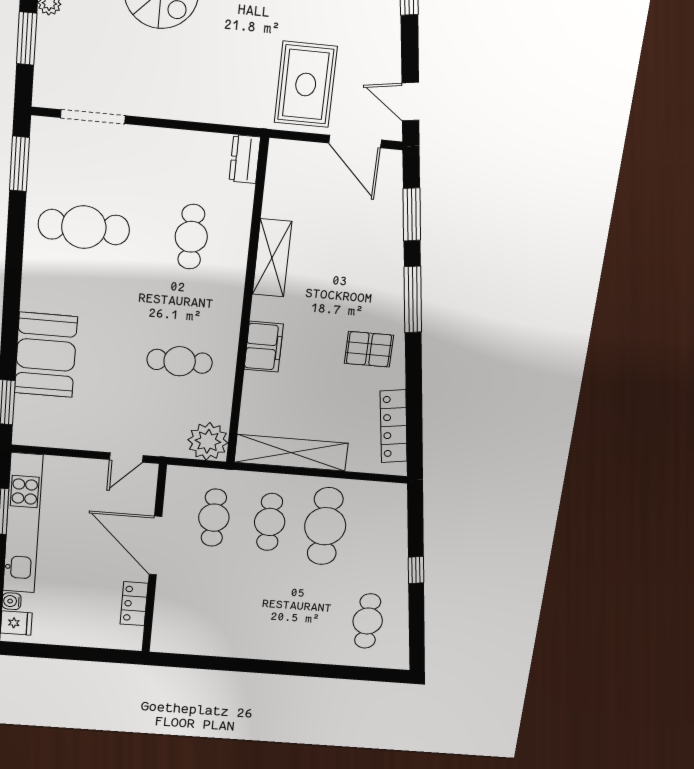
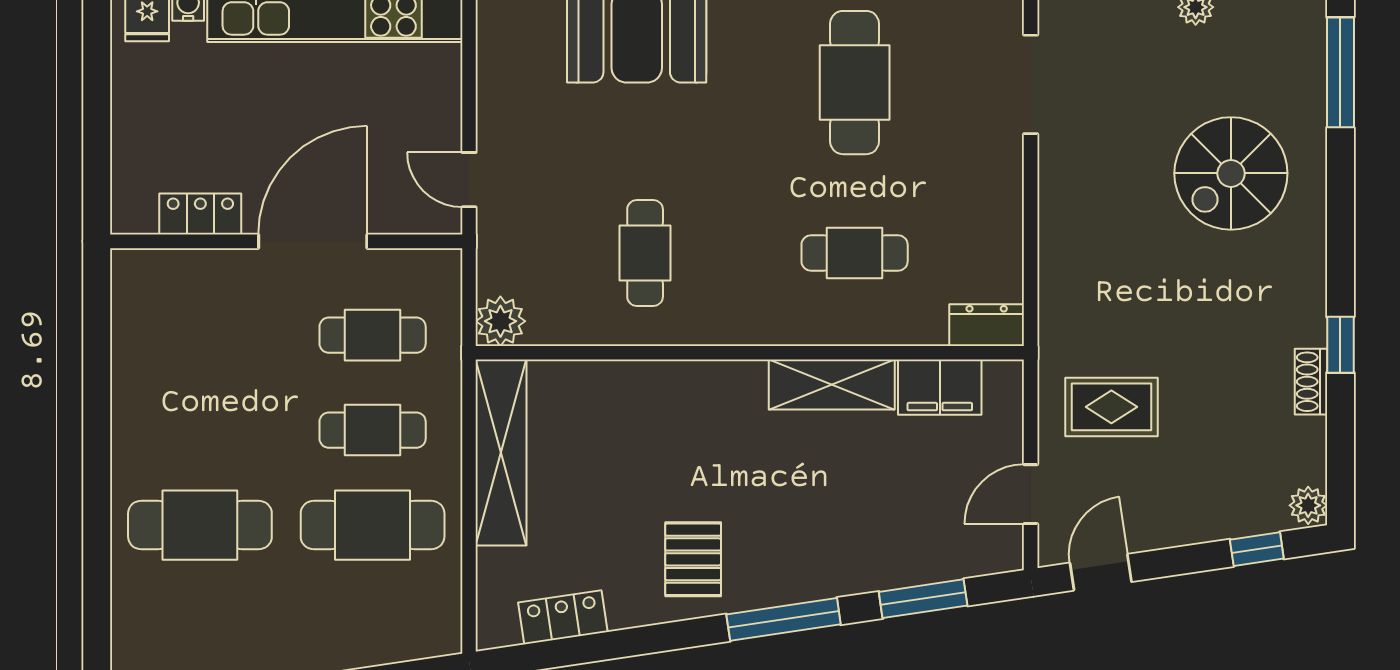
rug: (306, 84) -> (1111, 407), width x0.73, depth x0.70
door: (355, 142) -> (1031, 494), width x0.73
filing cabinet: (264, 347) -> (940, 387), moved
locker: (394, 426) -> (563, 617), width x0.66
plant: (208, 441) -> (500, 321), width x0.73, depth x0.73
cafe table: (368, 621) -> (200, 525), moved, width x1.37, depth x1.35

